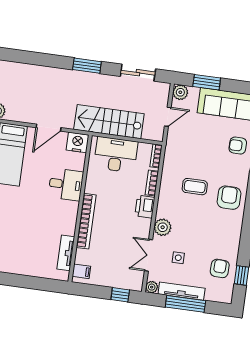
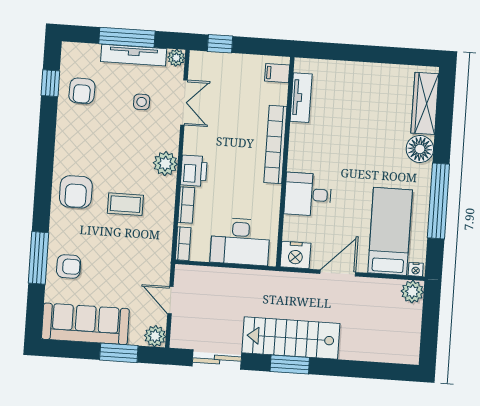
door: (168, 117) -> (170, 300), hinge flipped
stairs: (109, 122) -> (291, 338), moved, turned 180
plant: (163, 227) -> (165, 164), moved

